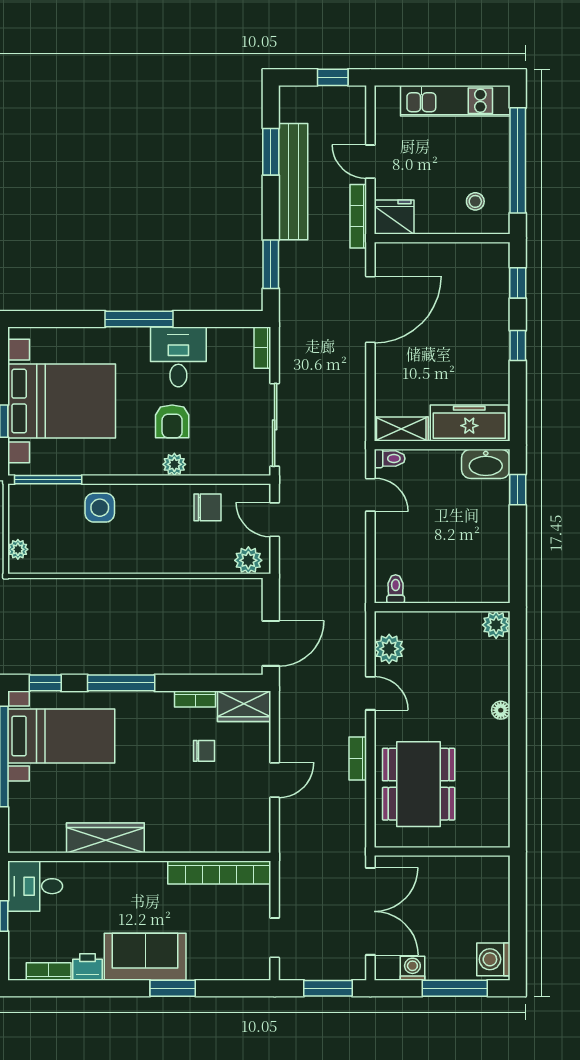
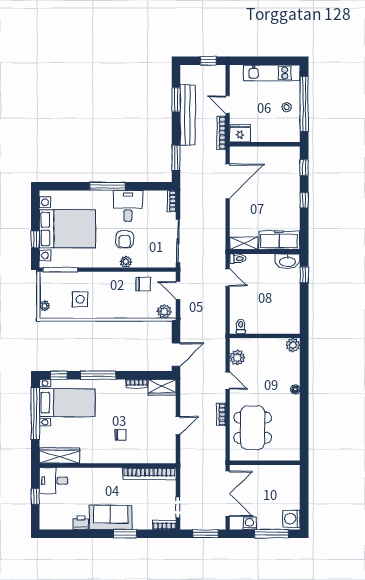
stool: (475, 201) -> (287, 107), moved
side table: (100, 508) -> (80, 299), moved
chair: (204, 751) -> (120, 435), moved
wardrobe: (105, 838) -> (60, 456), moved
bookcase: (49, 971) -> (164, 525), moved

